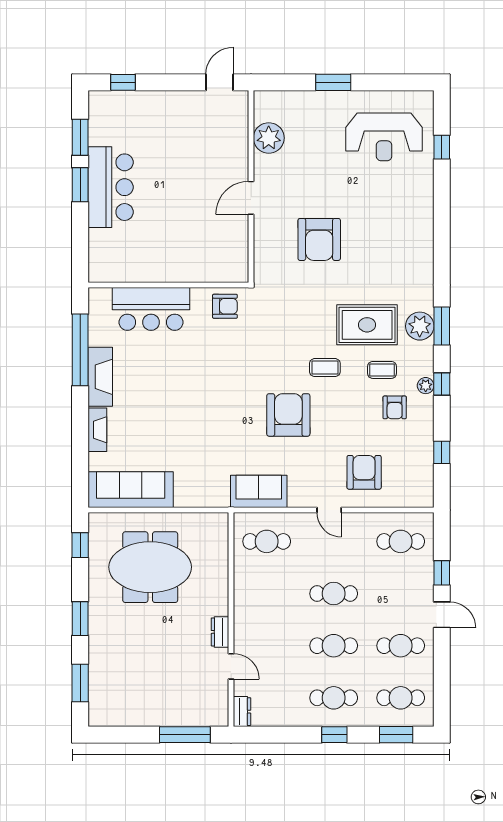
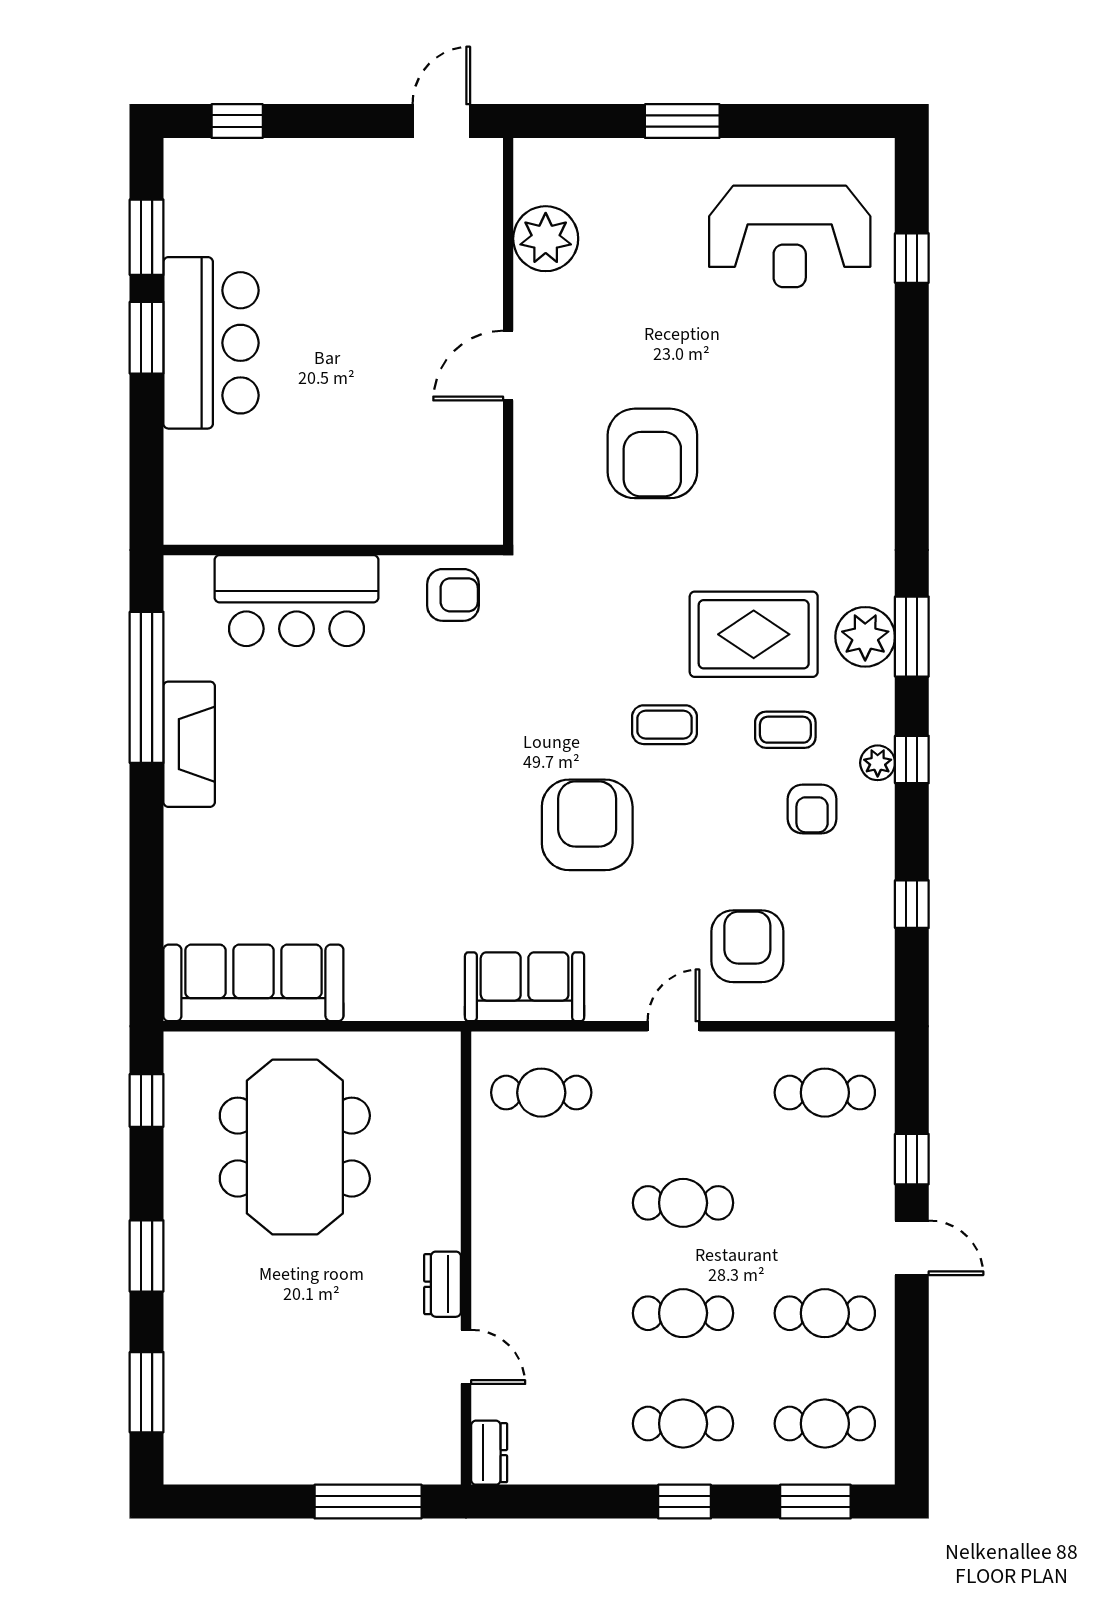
fireplace: (97, 430) -> (183, 856), removed
door: (329, 510) -> (673, 1026), swing flipped
meeting table: (150, 567) -> (295, 1147), turned 90

